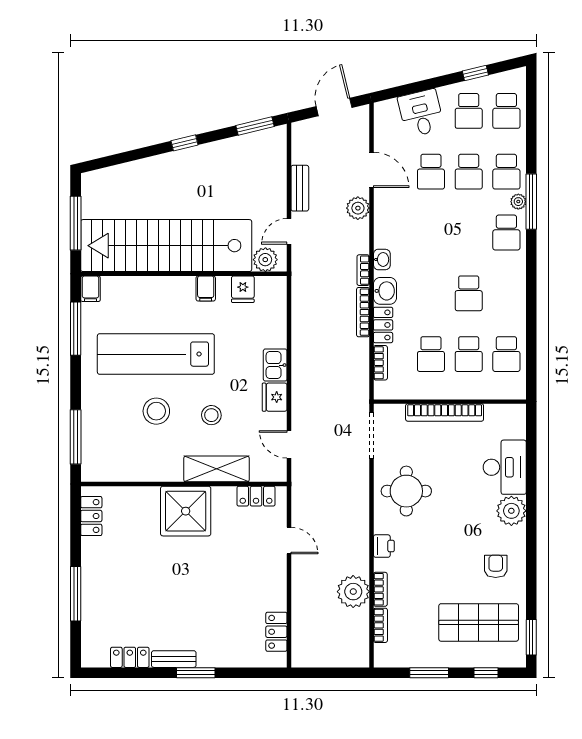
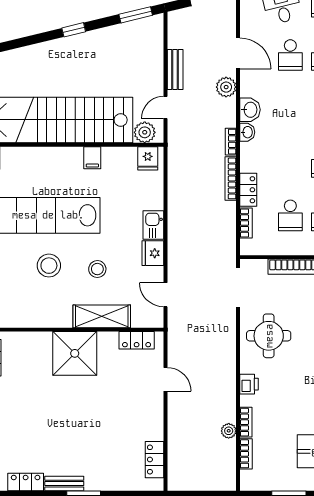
fridge: (243, 289) -> (148, 158), moved
washbasin: (385, 291) -> (250, 110), moved
plant: (353, 592) -> (229, 431), width x0.53, depth x0.53

